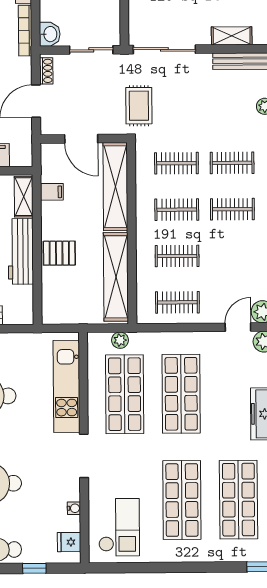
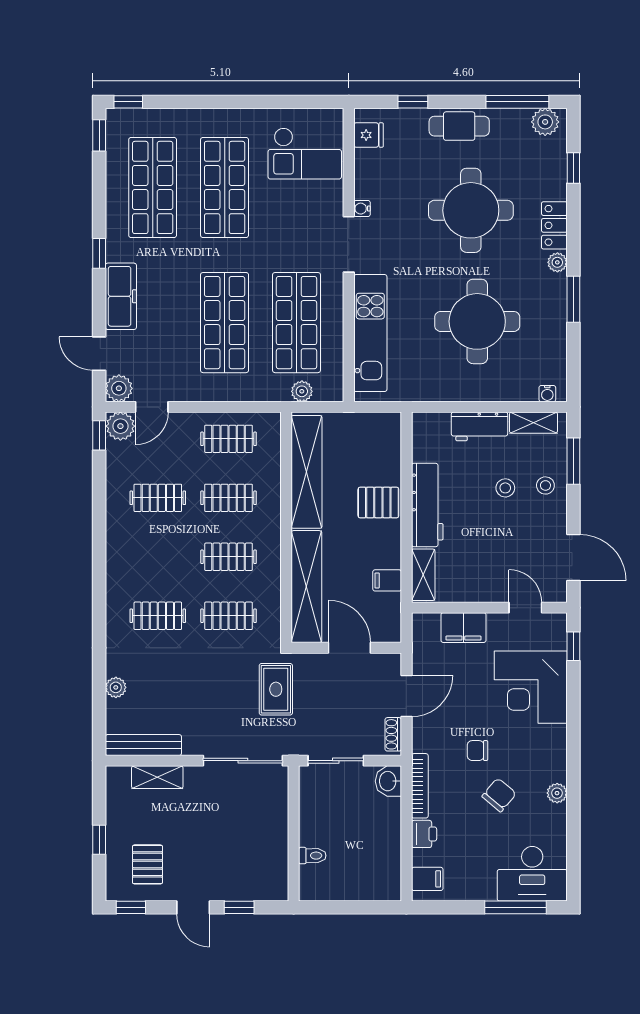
clothes rail: (232, 209) -> (158, 498), moved
water cooler: (74, 508) -> (362, 209), moved
checkout: (119, 527) -> (305, 153), turned -90

